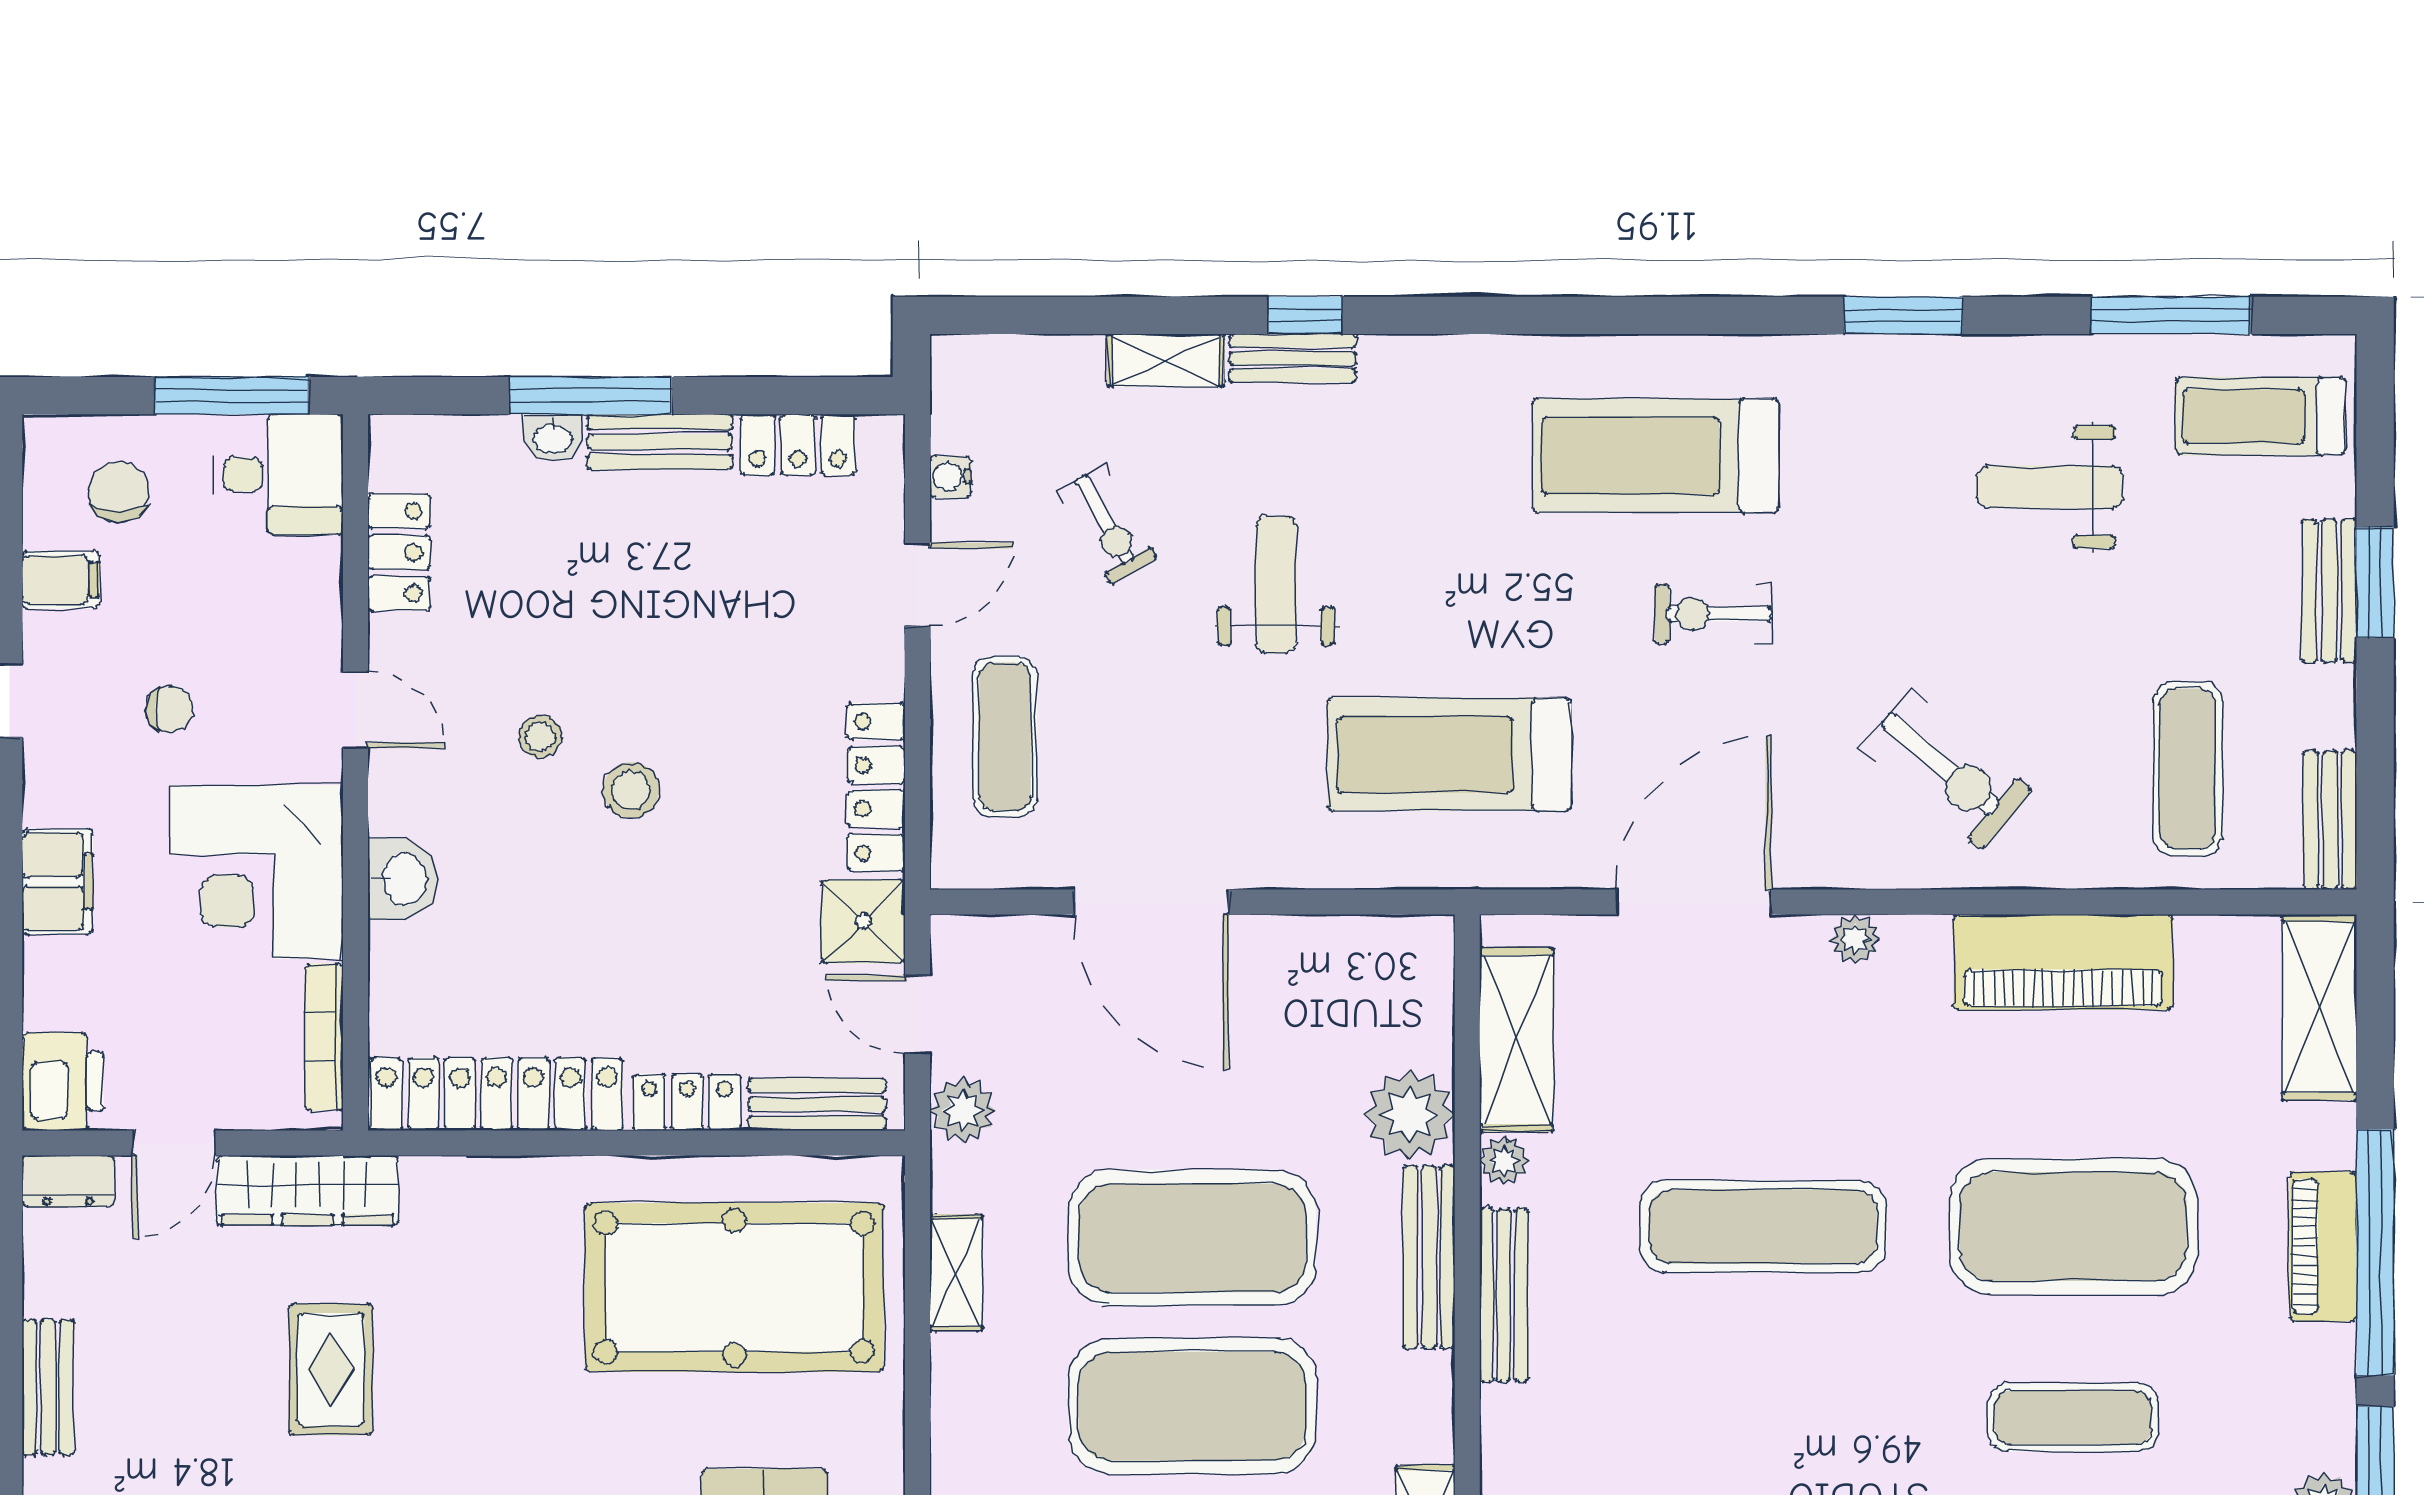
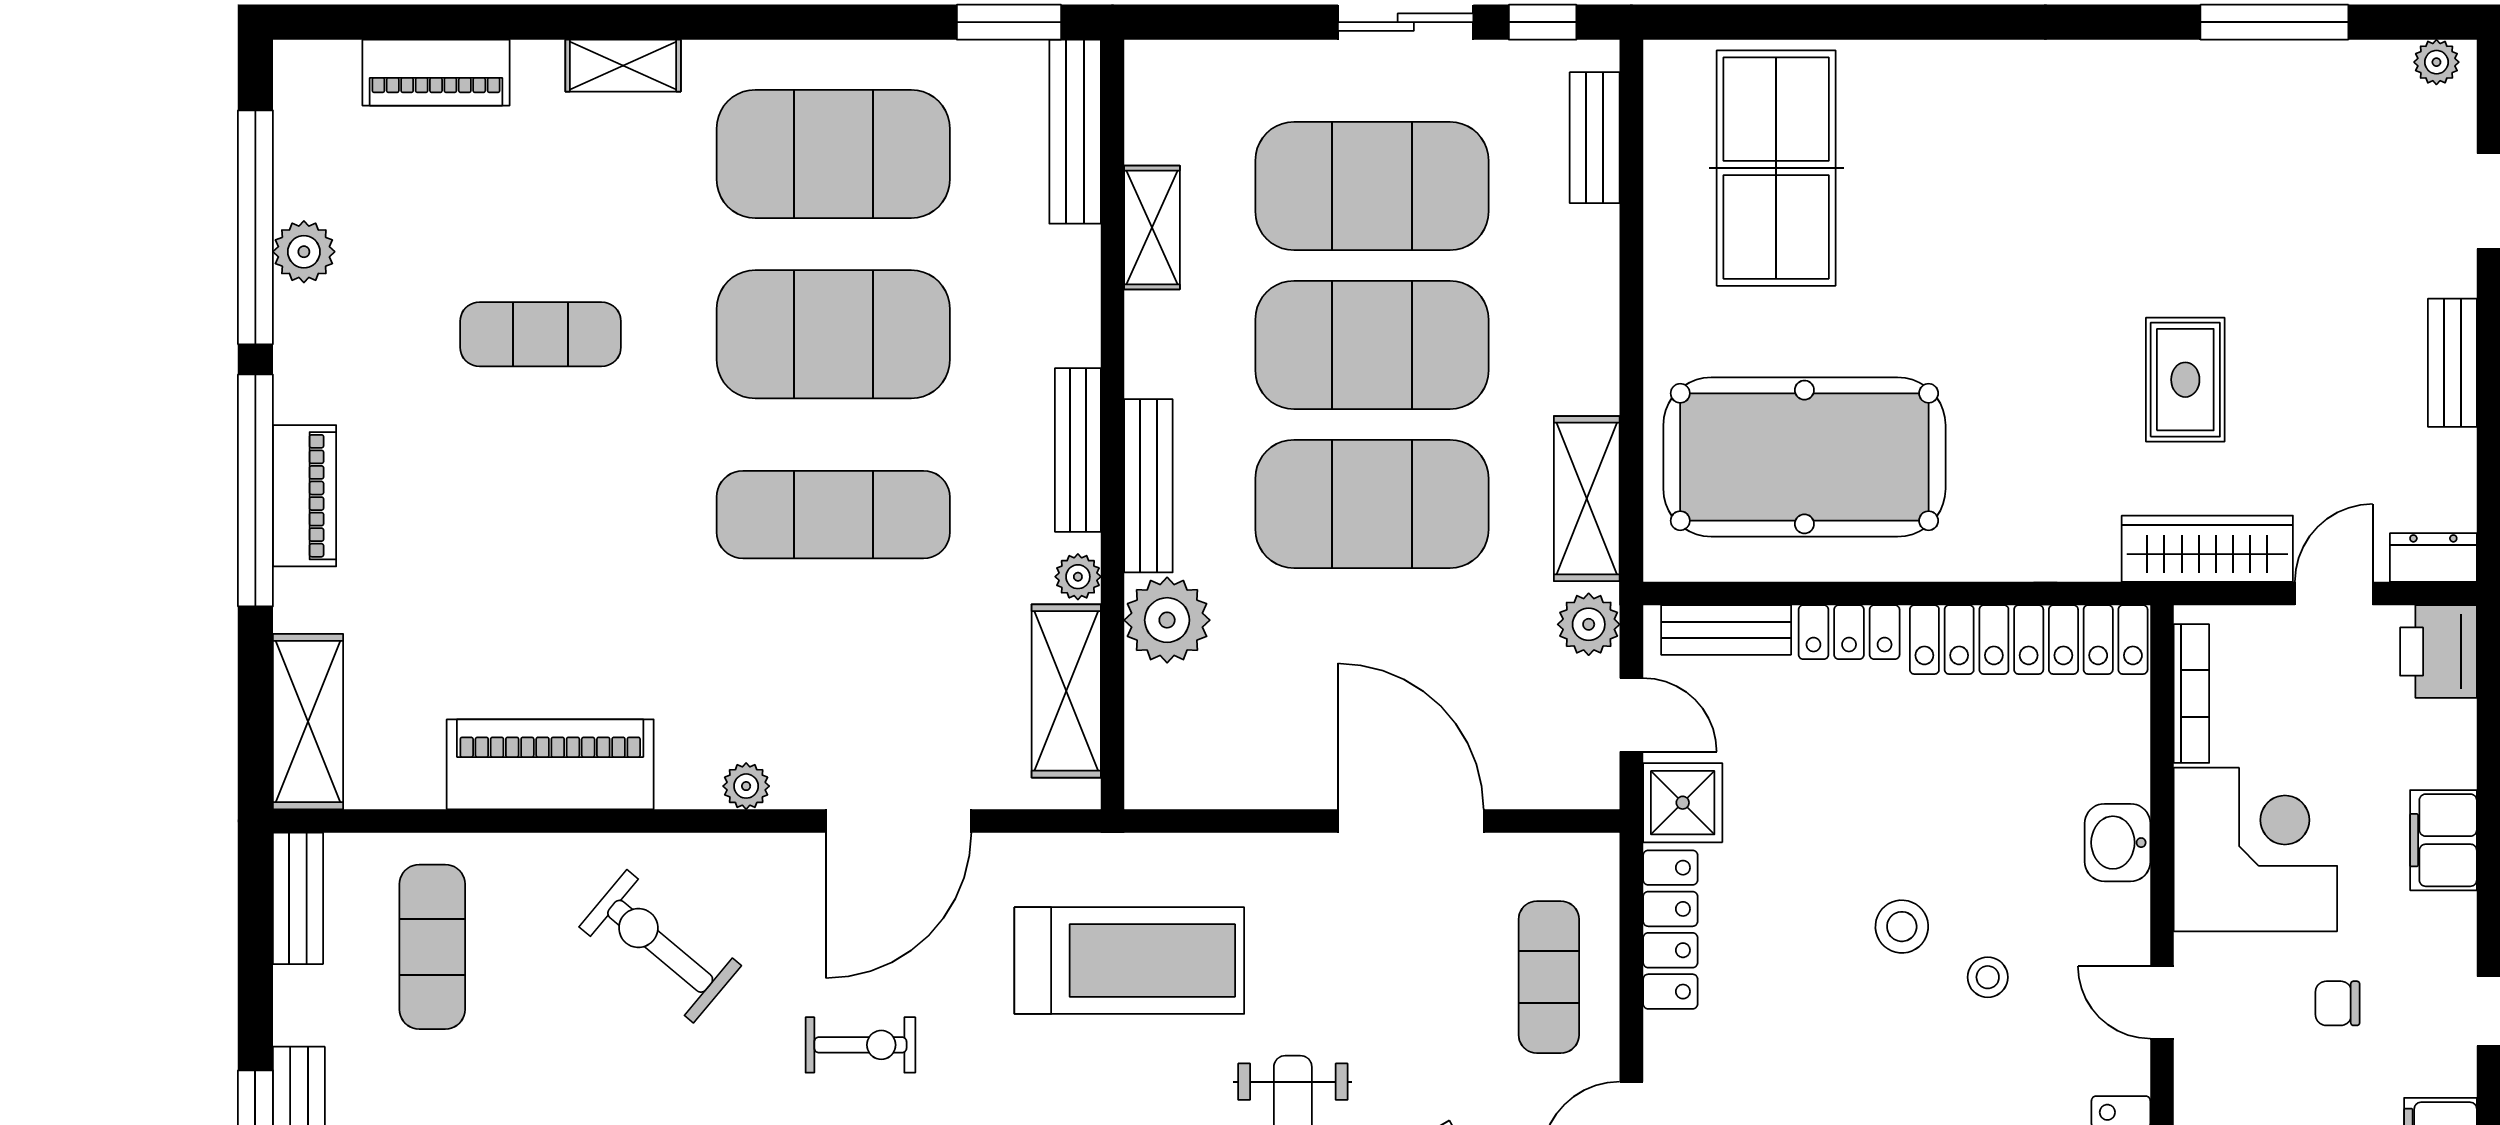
exercise bike: (1713, 614) -> (860, 1045), moved
exercise mat: (2073, 1227) -> (833, 334), moved
shelving: (956, 1273) -> (1587, 499), width x1.50, depth x1.33

